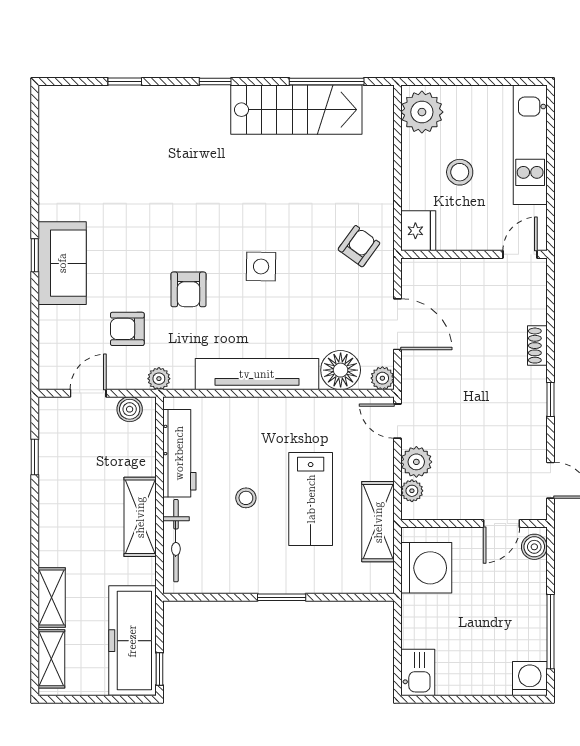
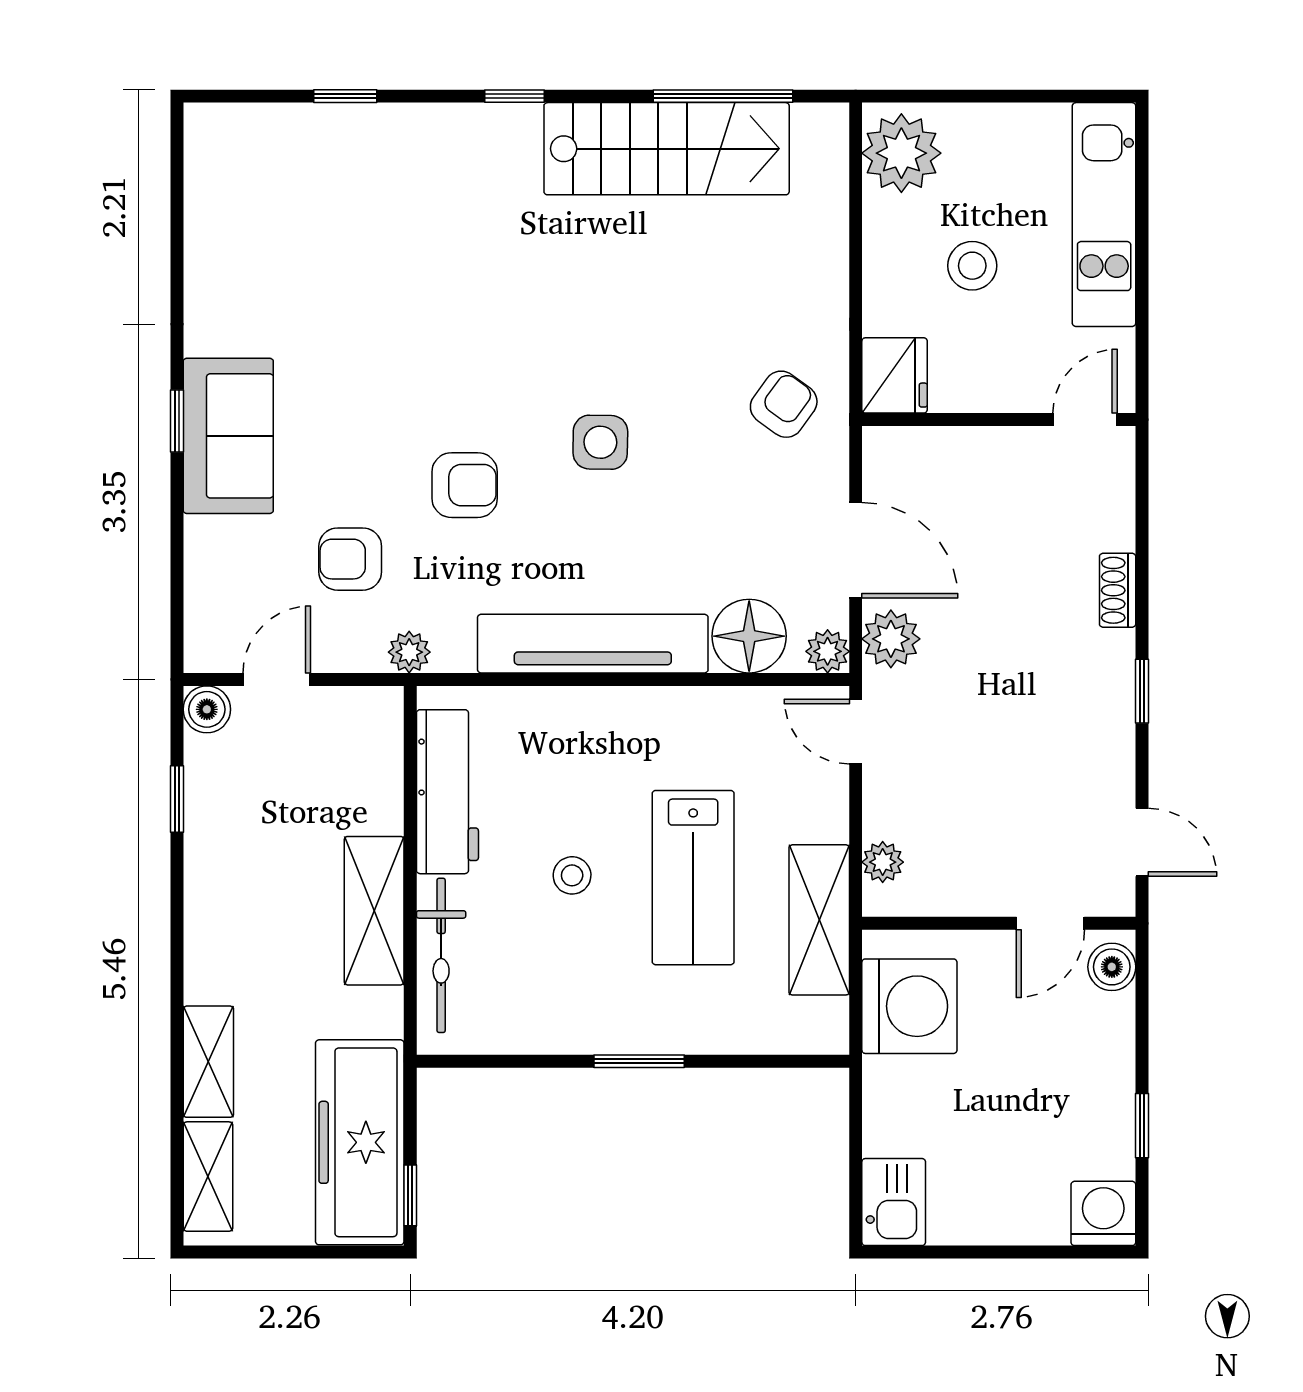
armchair: (189, 289) -> (465, 485), turned -90
boiler: (130, 409) -> (207, 709), moved
plant: (416, 462) -> (891, 639), moved
window: (550, 632) -> (1142, 1126), width x0.46

